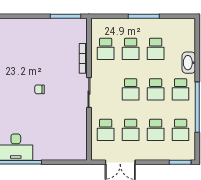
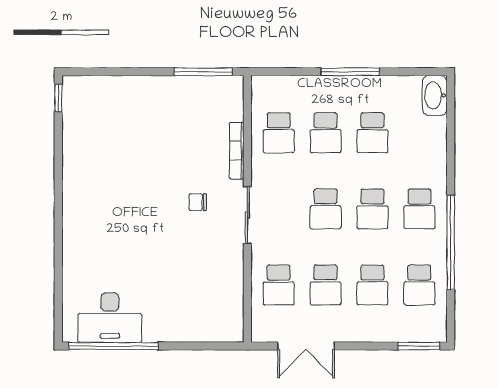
washbasin: (189, 63) -> (435, 95), moved
chair: (39, 89) -> (198, 202), moved

